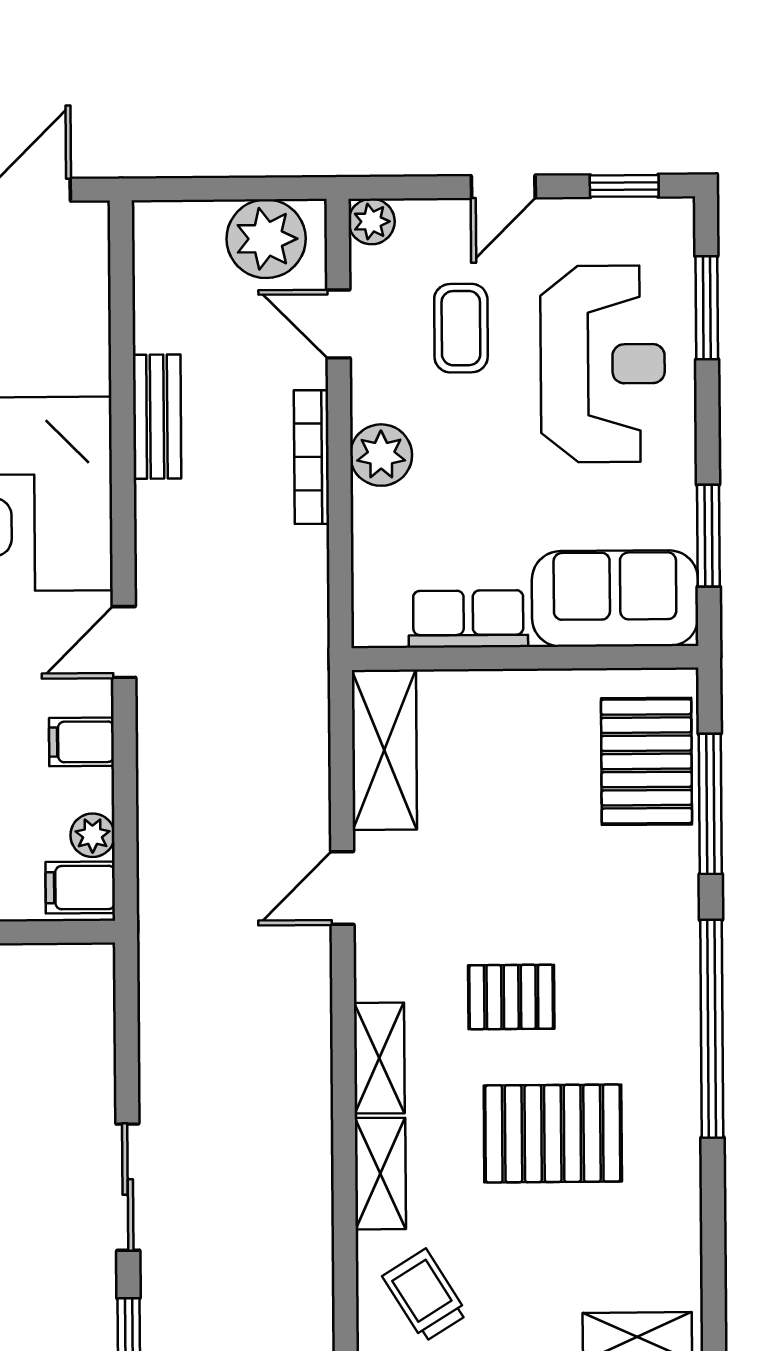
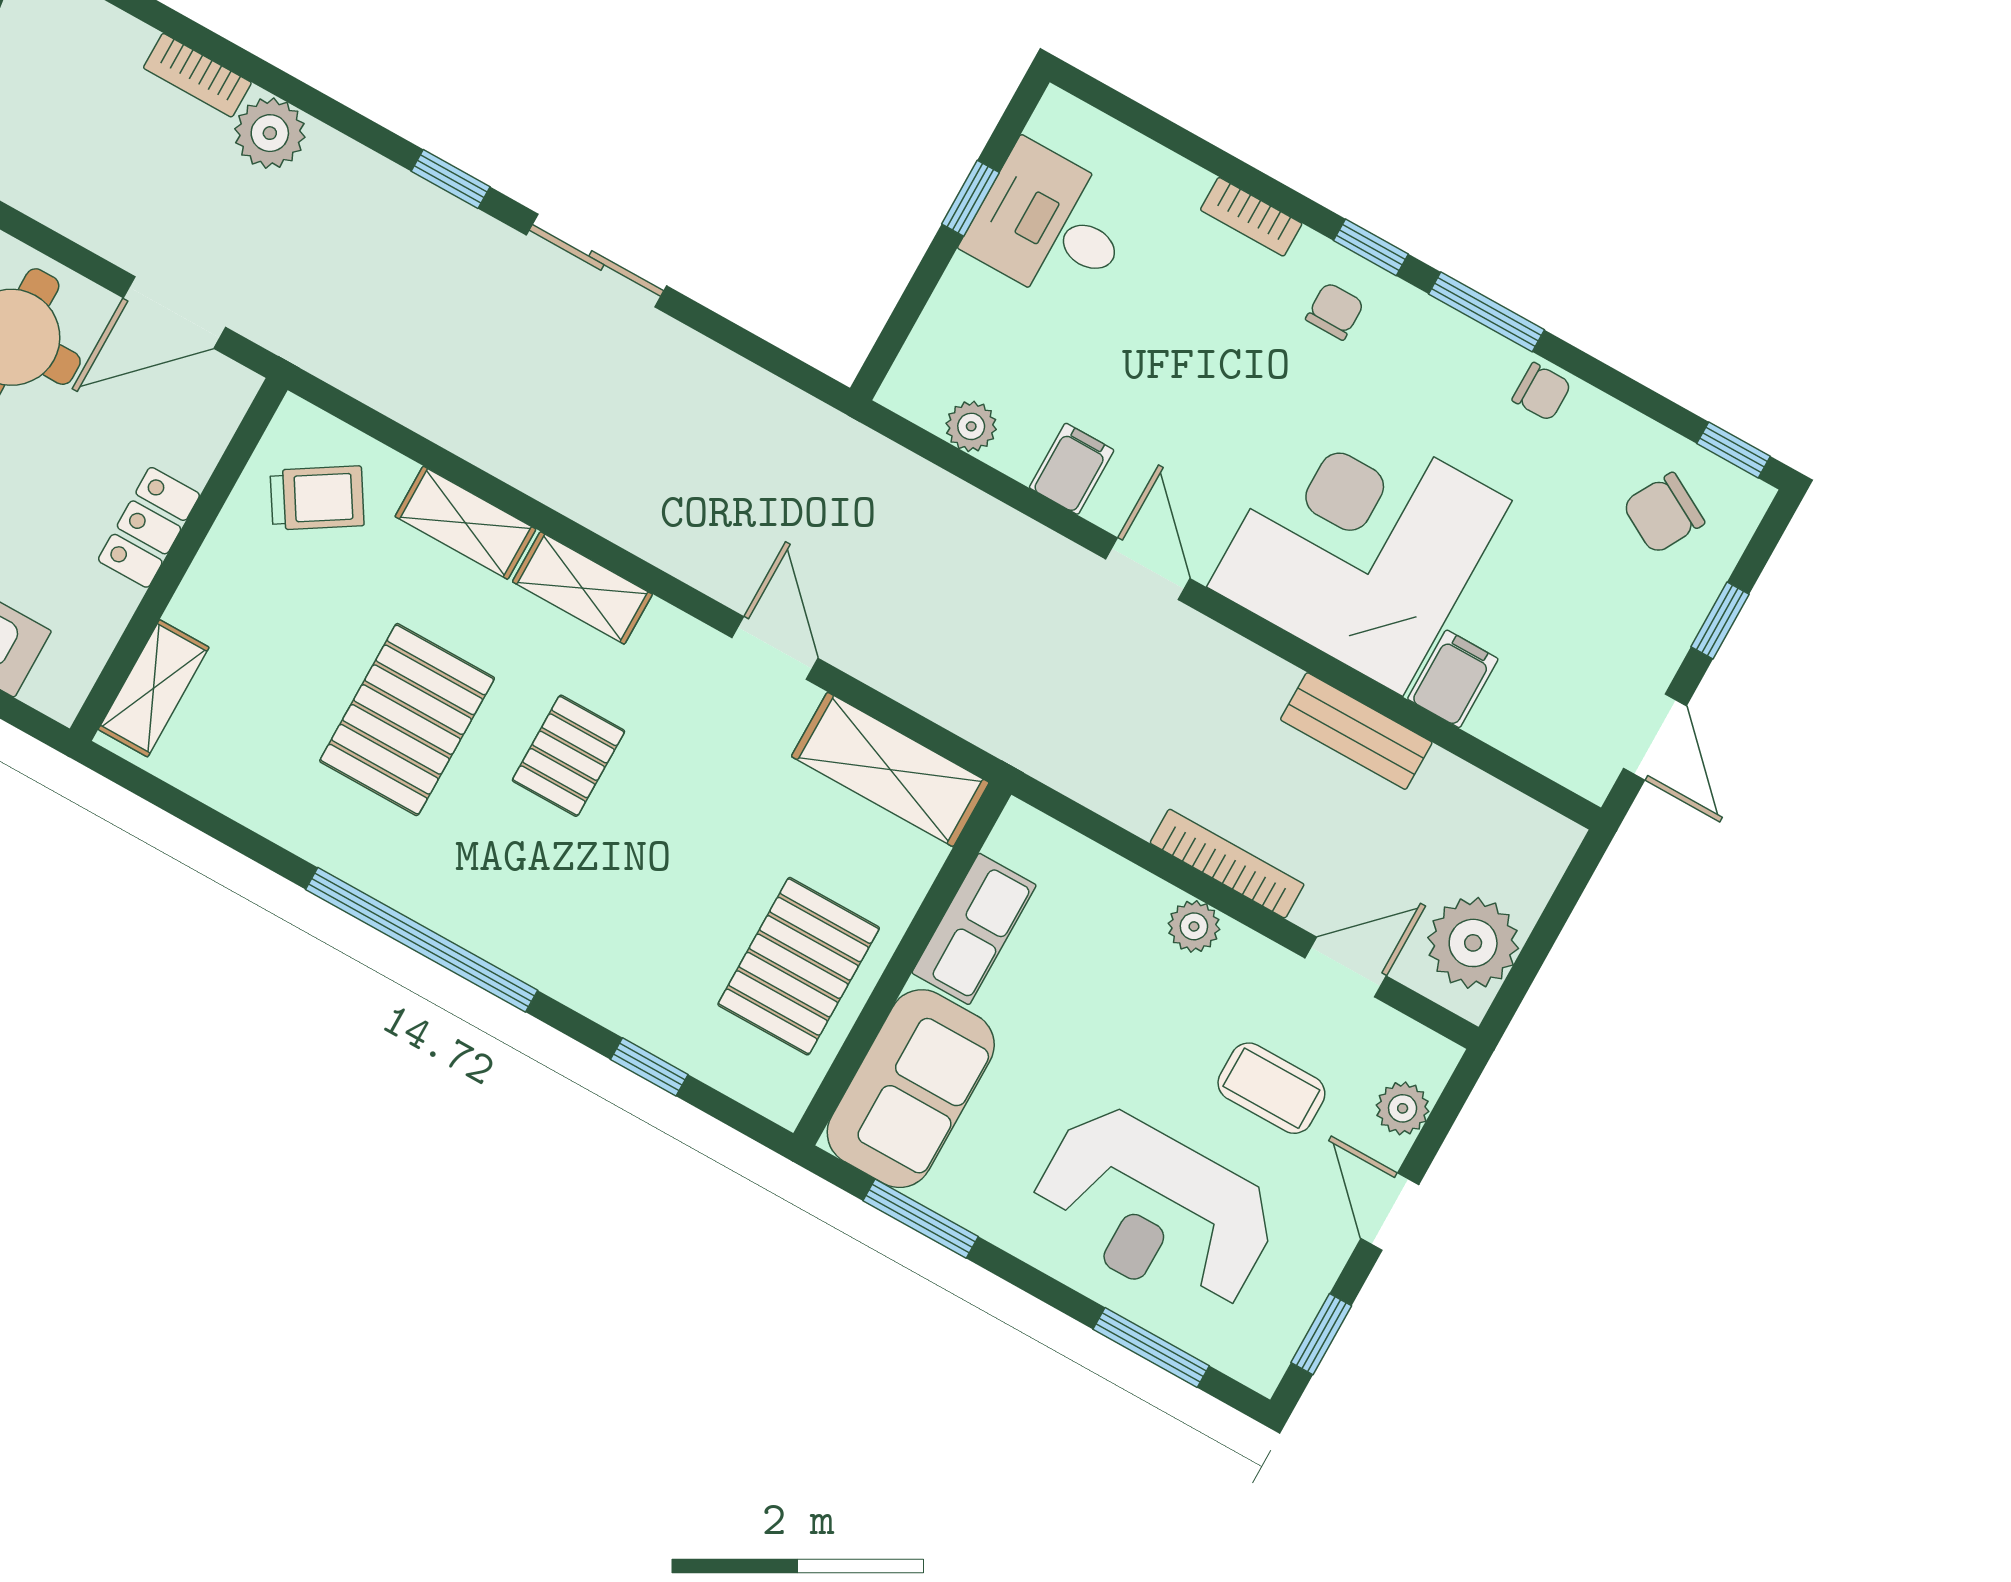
plant: (372, 221) -> (1403, 1108), moved
plant: (381, 455) -> (1194, 926), width x0.73, depth x0.73
pallet: (646, 761) -> (799, 966), moved, turned 90
window: (710, 804) -> (649, 1067), width x0.46
filing cabinet: (80, 888) -> (1453, 679), moved

